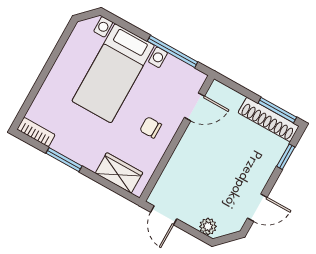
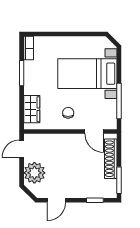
shoe rack: (268, 119) -> (111, 159), moved
door: (257, 208) -> (56, 200), hinge flipped
plant: (208, 226) -> (34, 173), width x1.88, depth x1.88

